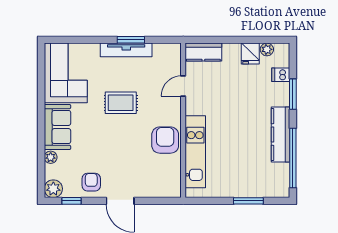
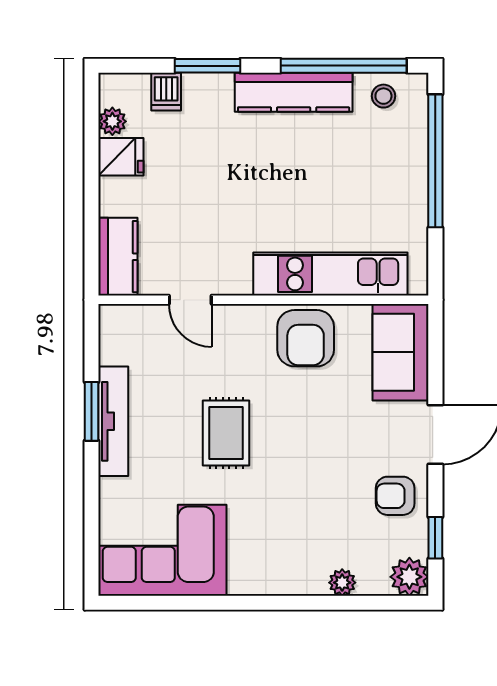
sofa: (57, 127) -> (400, 352), moved, turned -90
armchair: (165, 140) -> (306, 338), turned -90
stool: (279, 177) -> (383, 96), added
window: (248, 201) -> (435, 161), width x2.11

